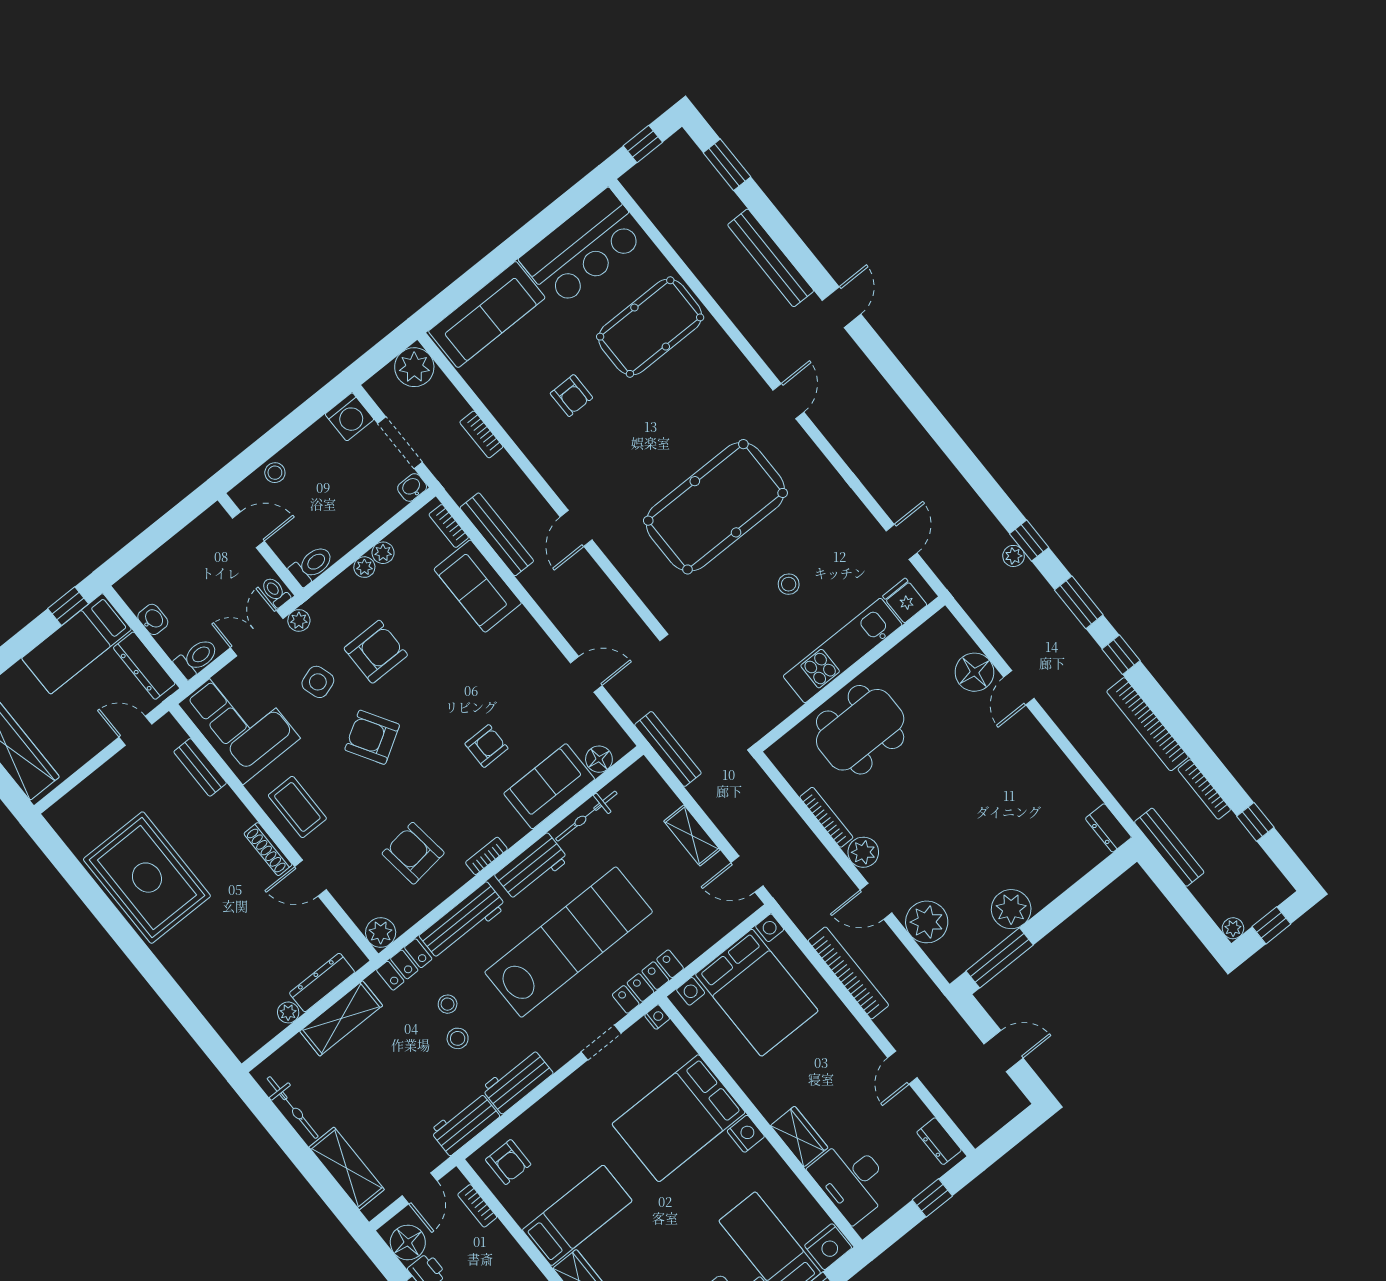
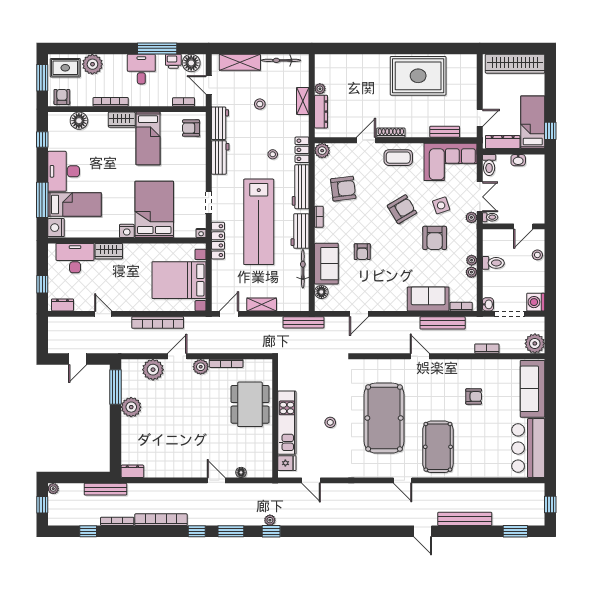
pool table: (650, 327) -> (438, 447), moved
armchair: (571, 396) -> (474, 396), turned 180
toilet: (312, 565) -> (493, 263), moved, turned -90
floor lamp: (974, 672) -> (241, 472), width x0.53, depth x0.53
shelving: (341, 1018) -> (303, 101), width x0.67, depth x0.75
stool: (458, 1038) -> (260, 104), moved

